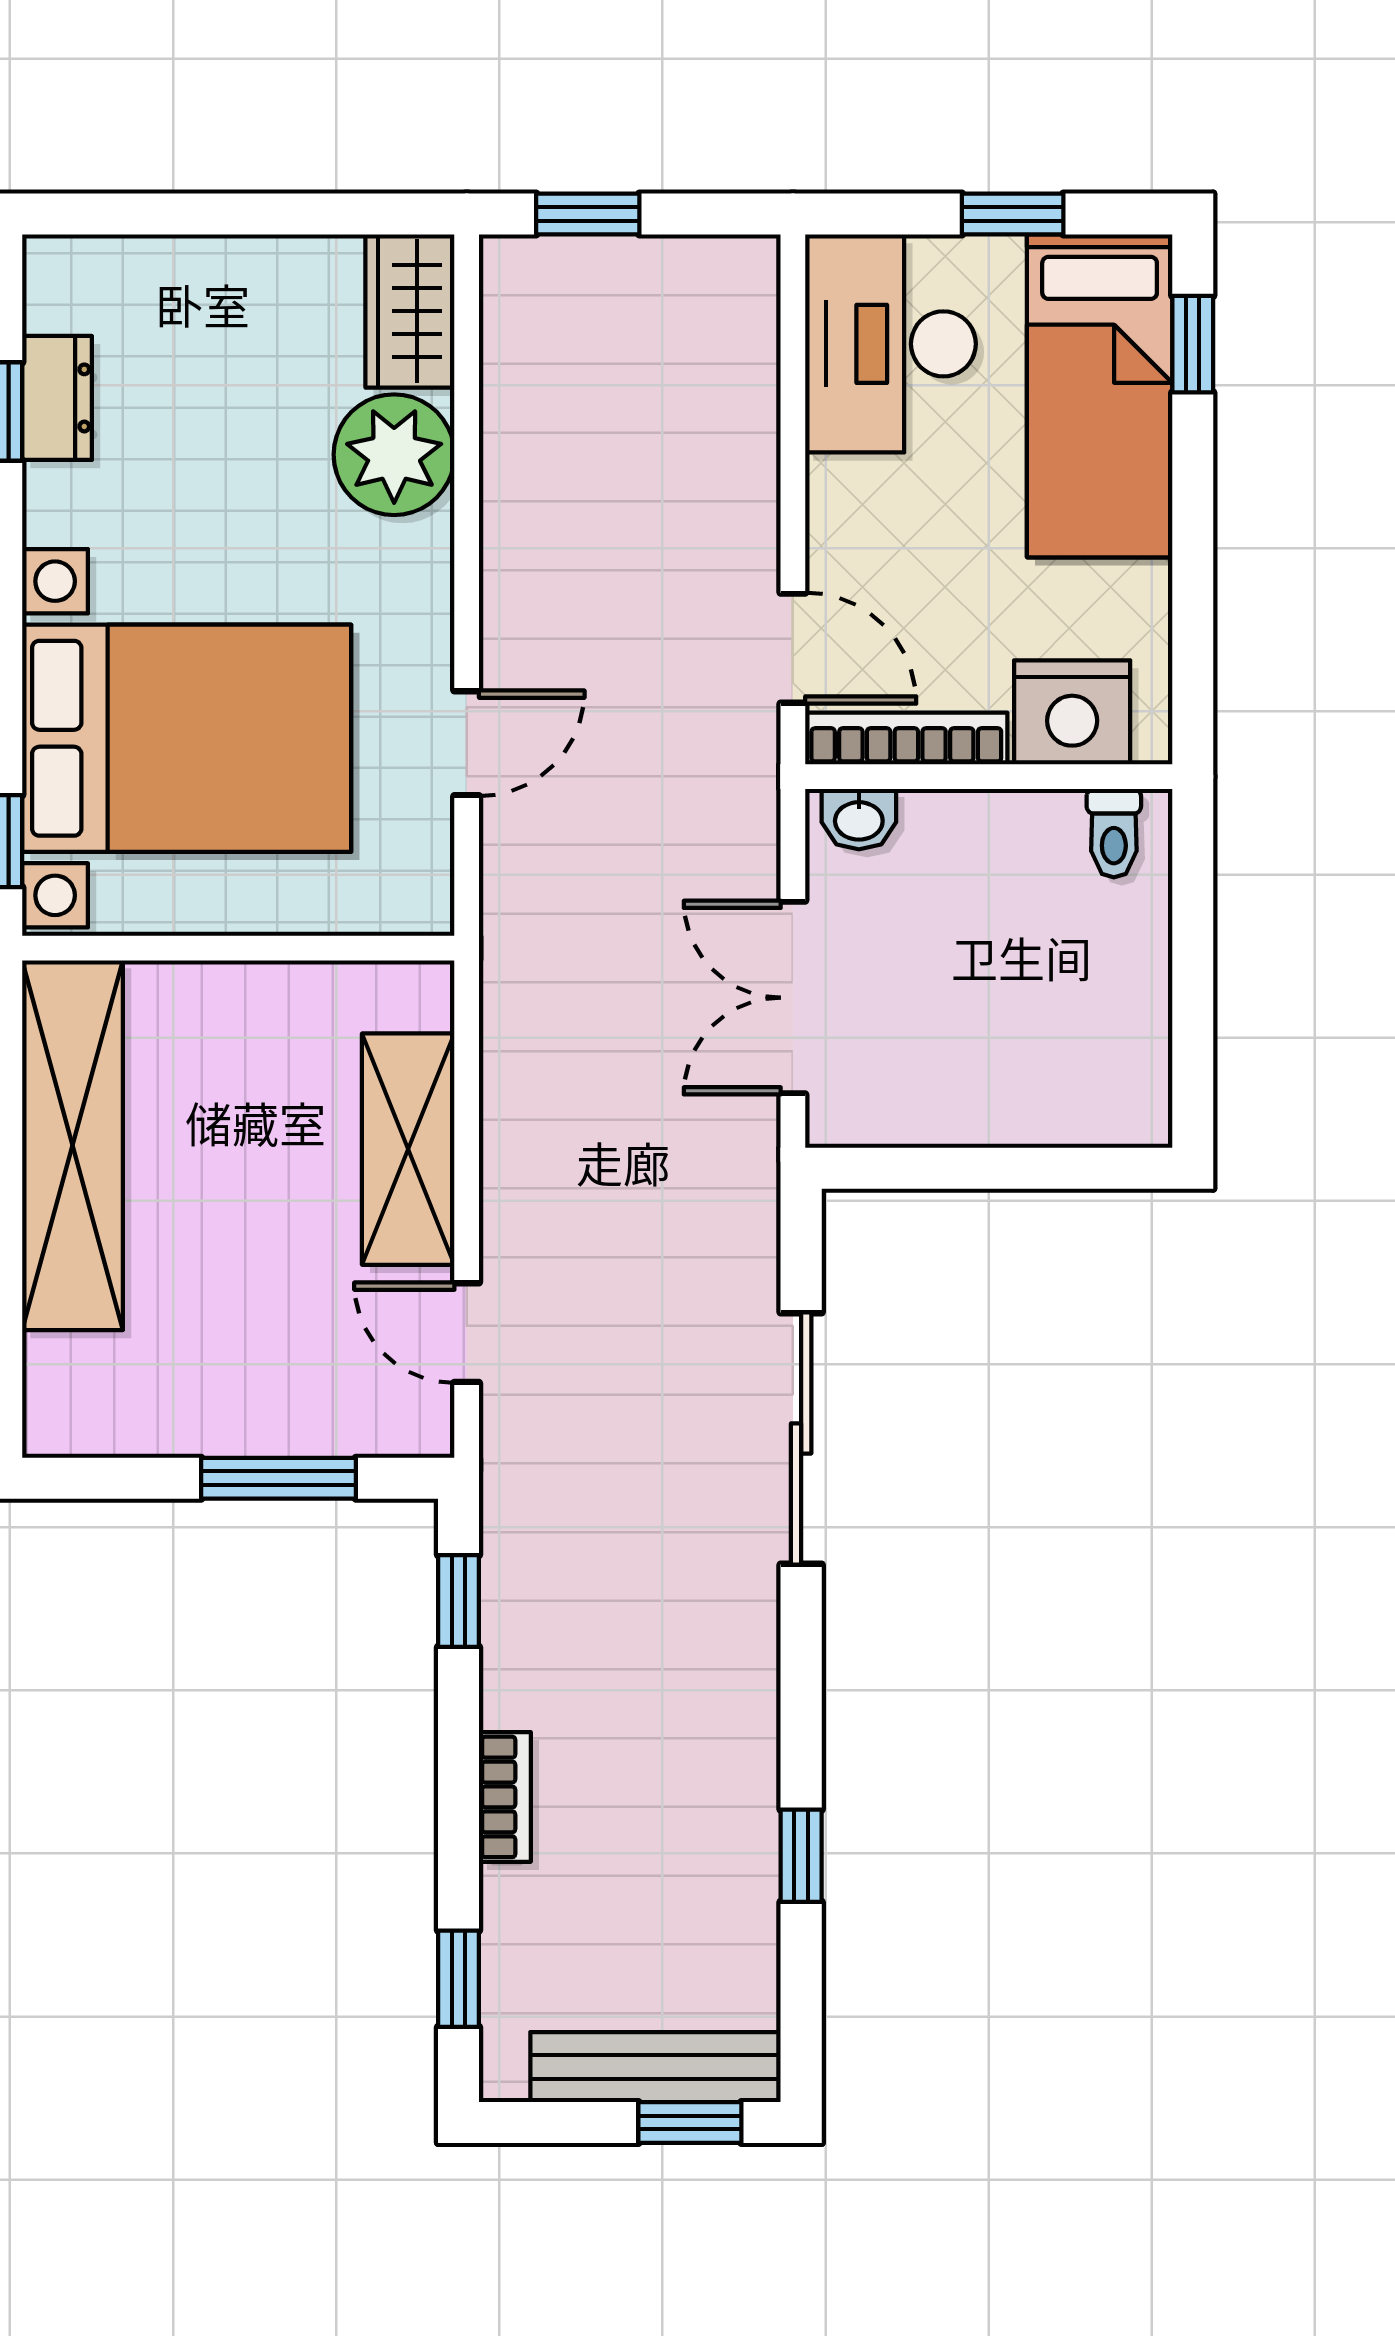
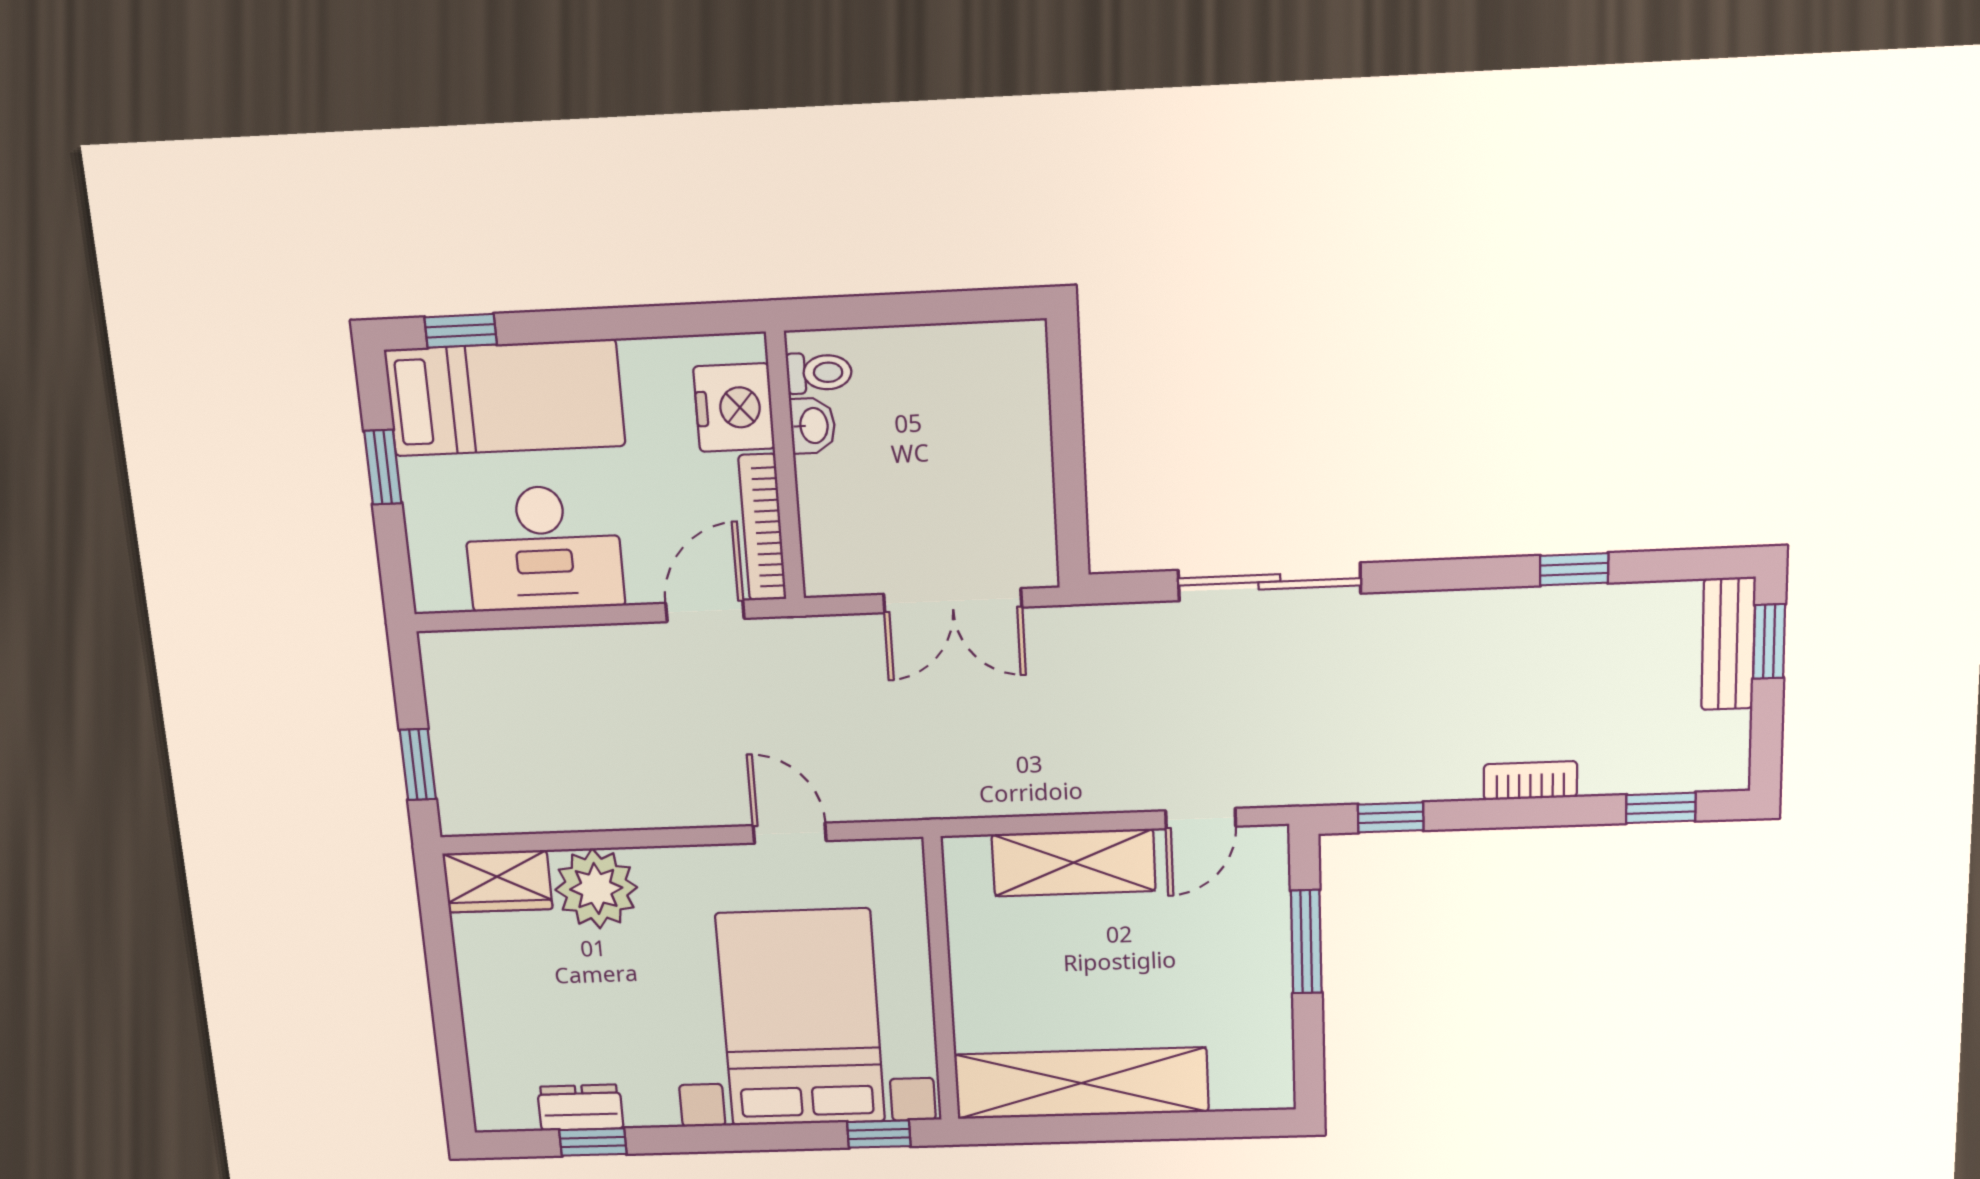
desk: (891, 344) -> (543, 548), moved
washbasin: (859, 819) -> (813, 426), moved
bench: (656, 2067) -> (1728, 644), width x0.73

